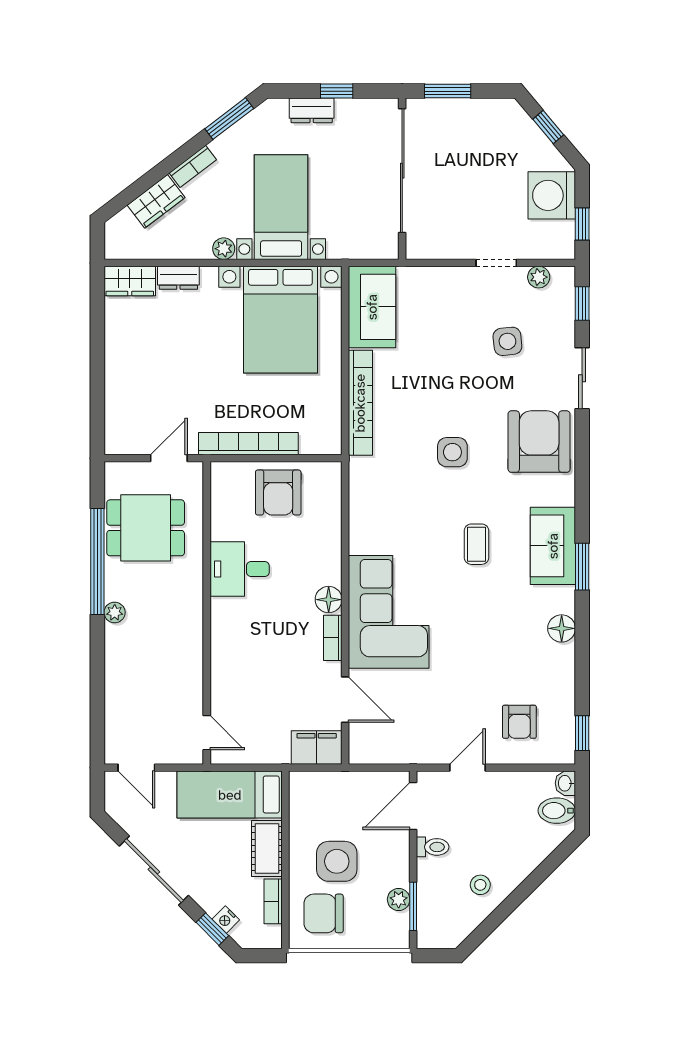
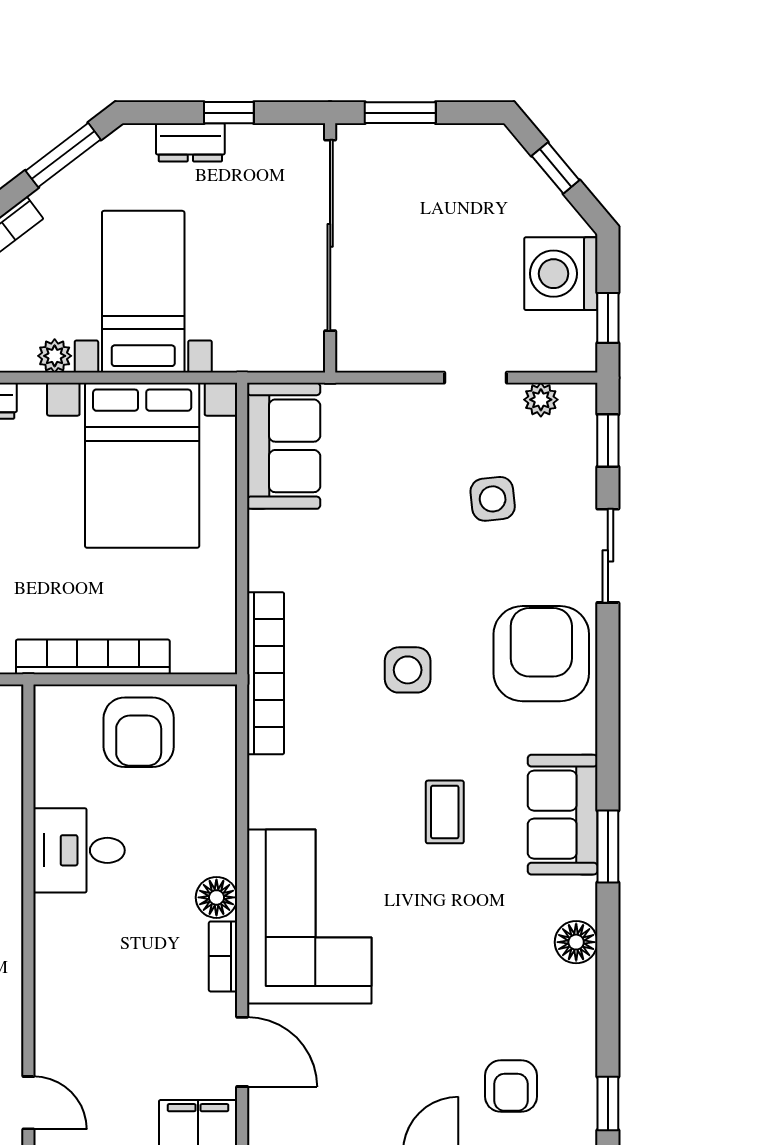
bookcase: (360, 403) -> (266, 673), moved

